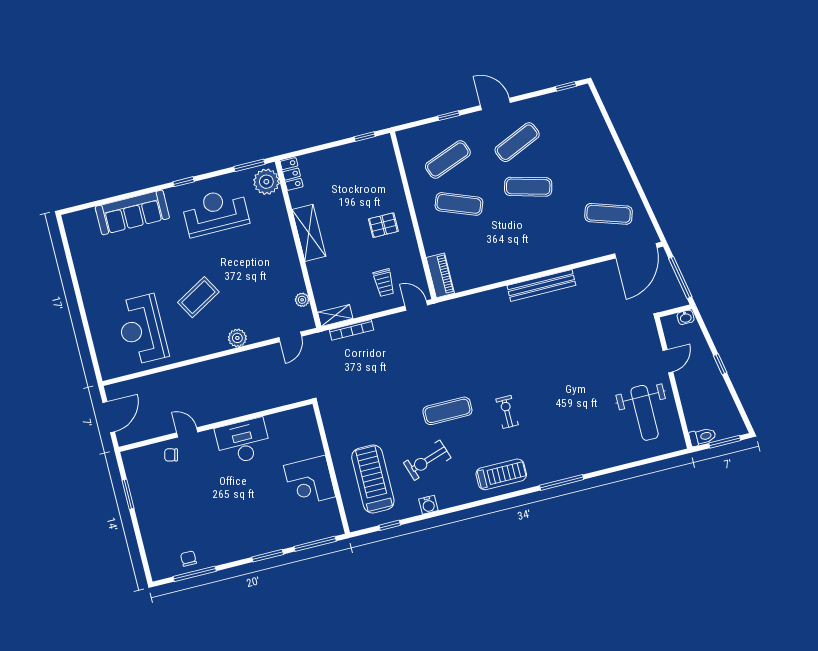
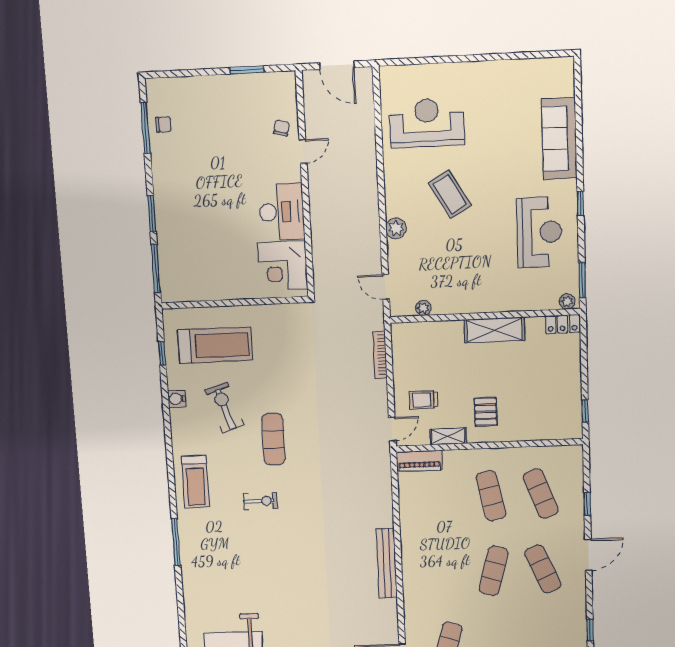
plant: (266, 182) -> (567, 302), width x0.53, depth x0.53
exercise mat: (459, 204) -> (491, 496), turned -33
shelving: (335, 315) -> (448, 436), moved, turned 90
corner desk: (310, 481) -> (283, 266), moved, turned -90

